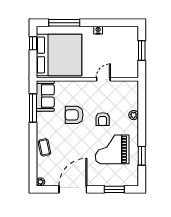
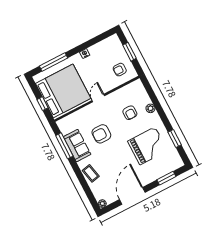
window: (33, 43) -> (42, 104), moved
armchair: (124, 63) -> (120, 70), added
door: (103, 79) -> (98, 98), moved
sofa: (45, 96) -> (77, 146), moved
armchair: (103, 119) -> (130, 113), moved
grand piano: (112, 149) -> (147, 146), turned 180

